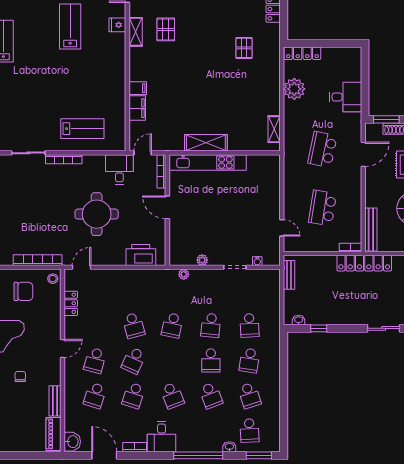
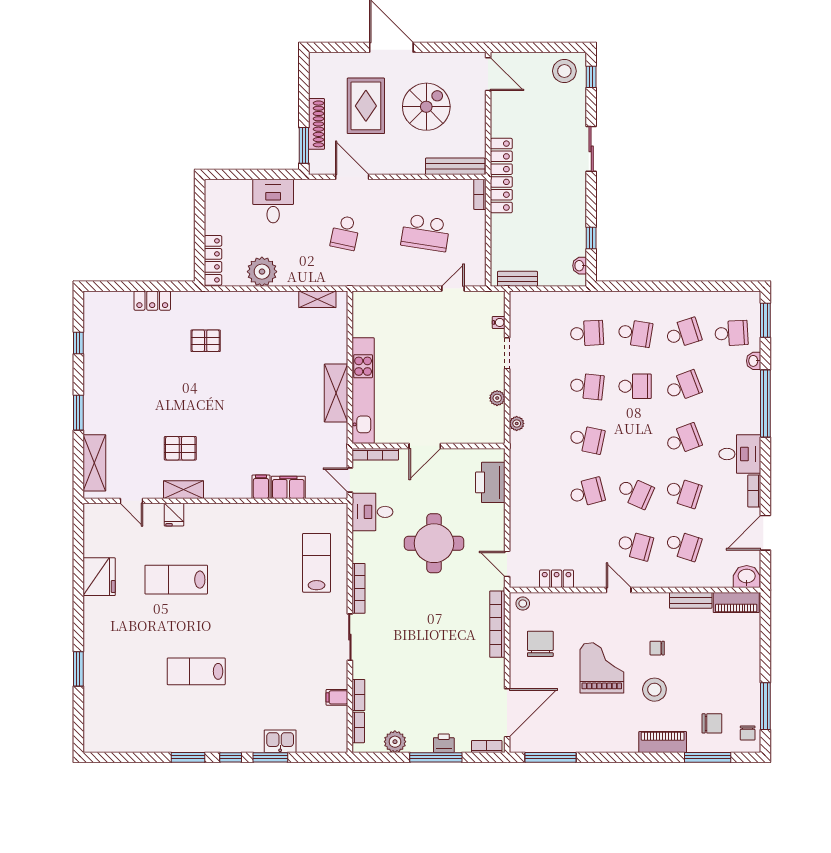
school desk: (323, 149) -> (345, 233), width x0.54

